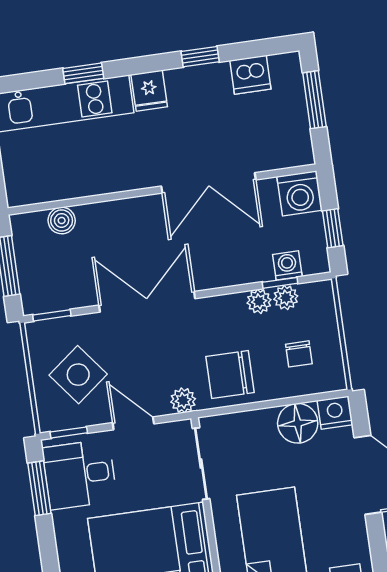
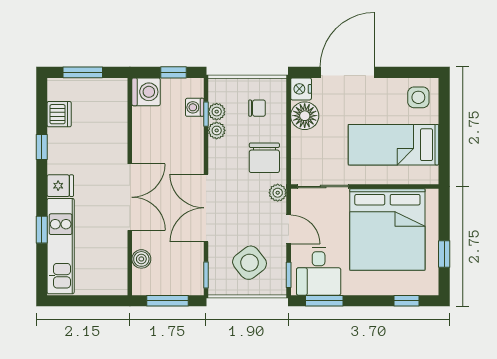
double door: (208, 183) -> (130, 197), moved
door: (133, 423) -> (289, 229), swing flipped

